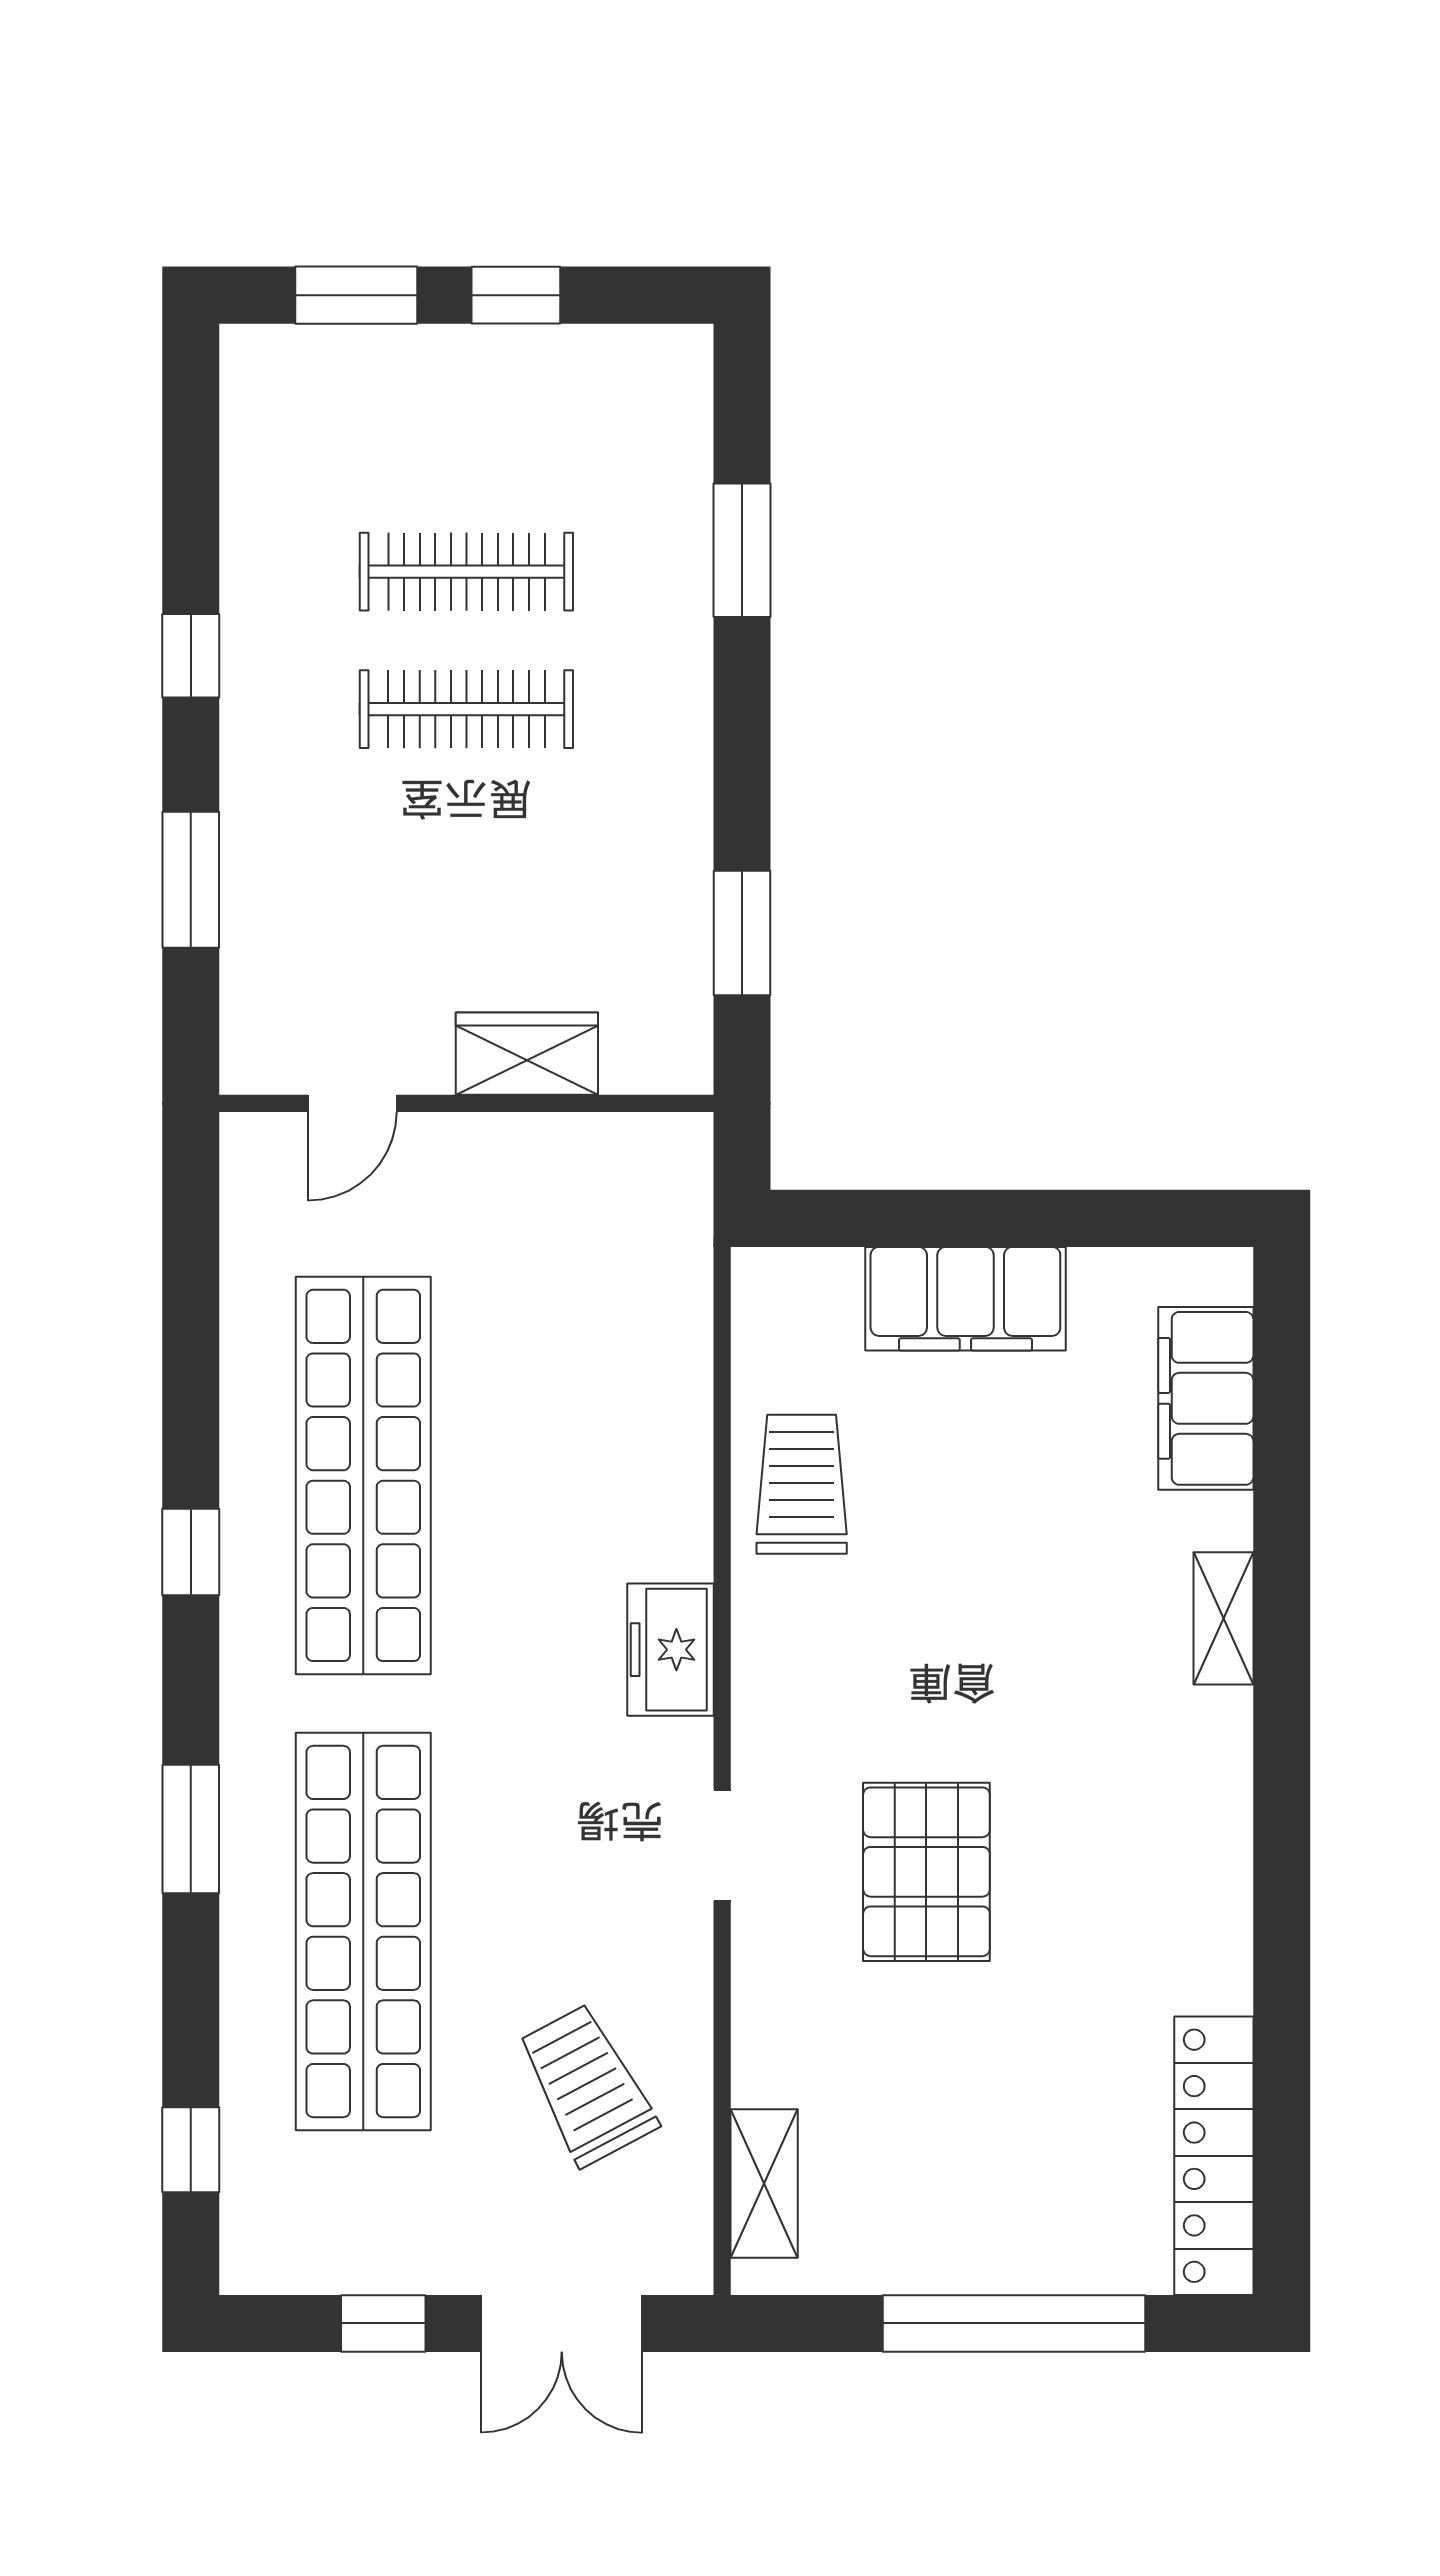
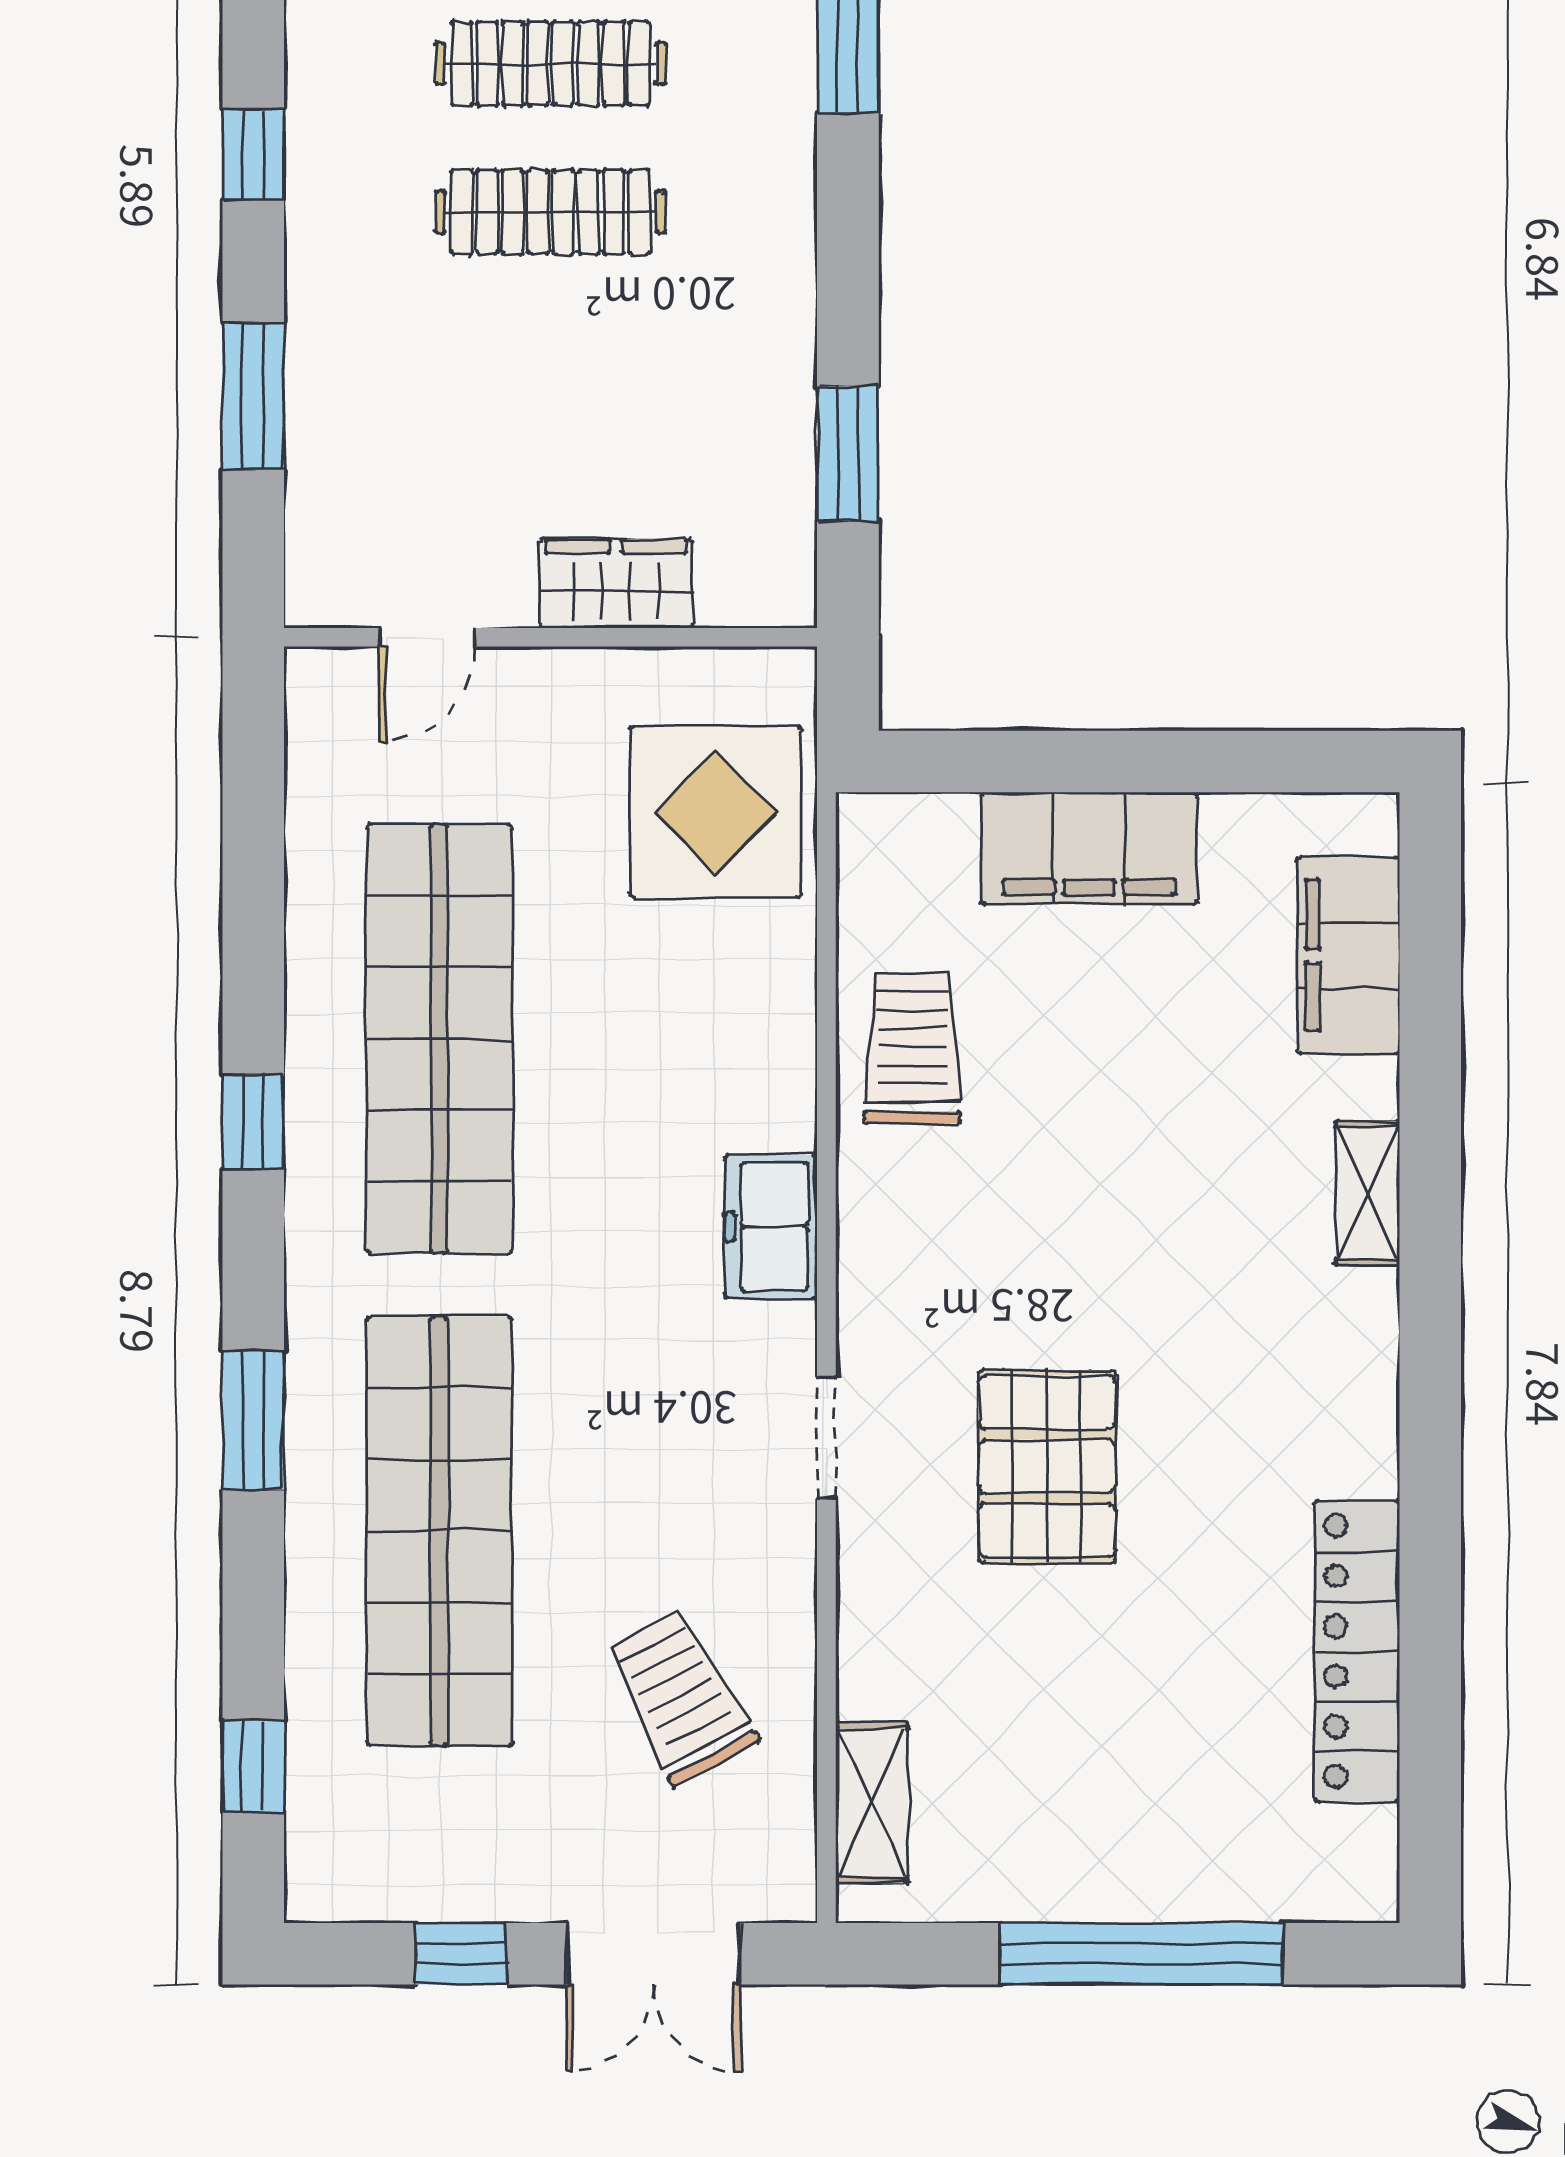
display table: (619, 1265) -> (716, 812), added
locker: (1214, 2156) -> (1357, 1651), moved

